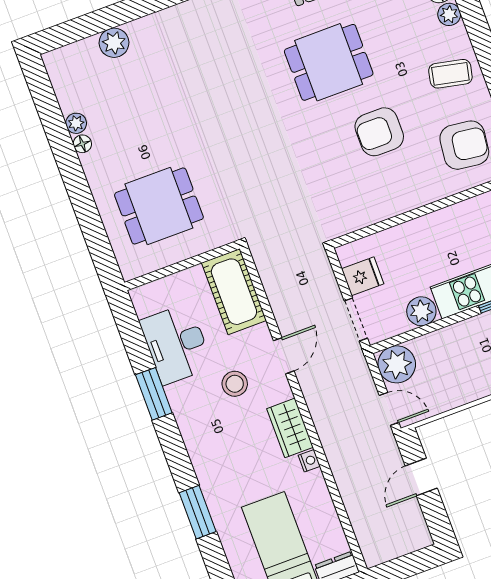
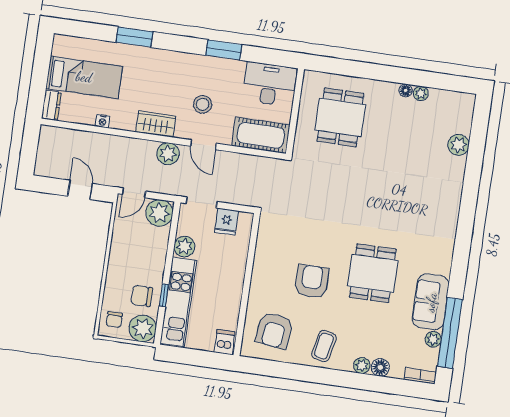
desk: (176, 344) -> (269, 84), moved
plant: (318, 393) -> (168, 154), added
nightstand: (309, 461) -> (103, 121), moved

